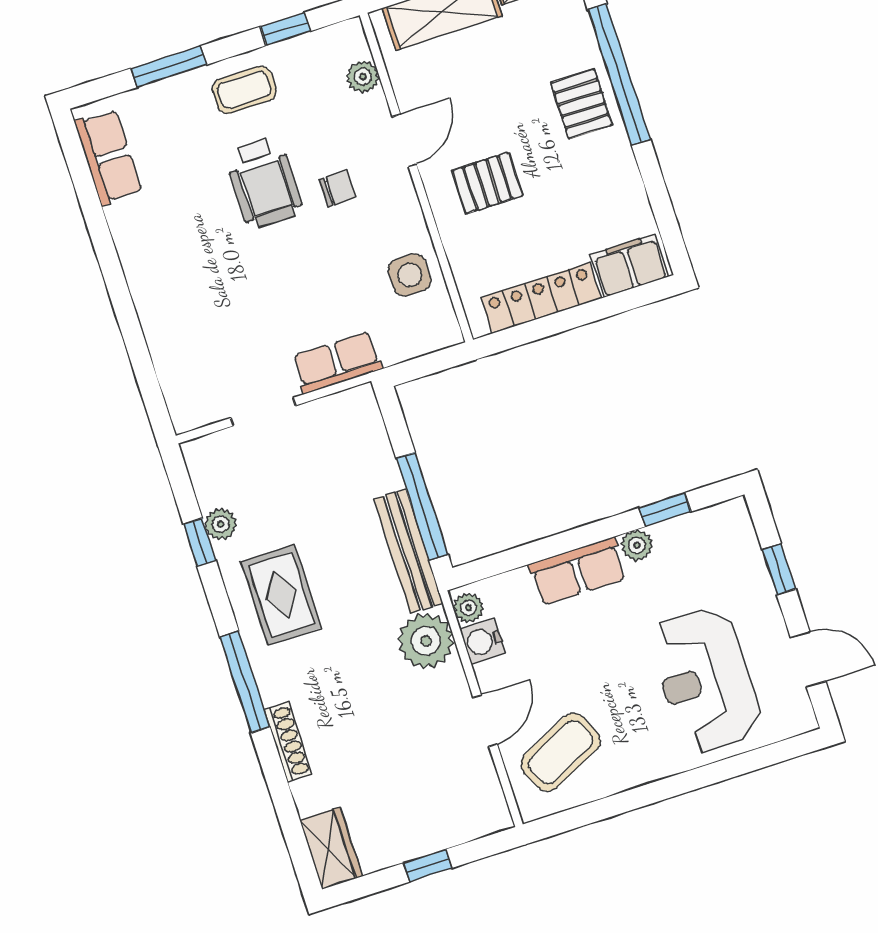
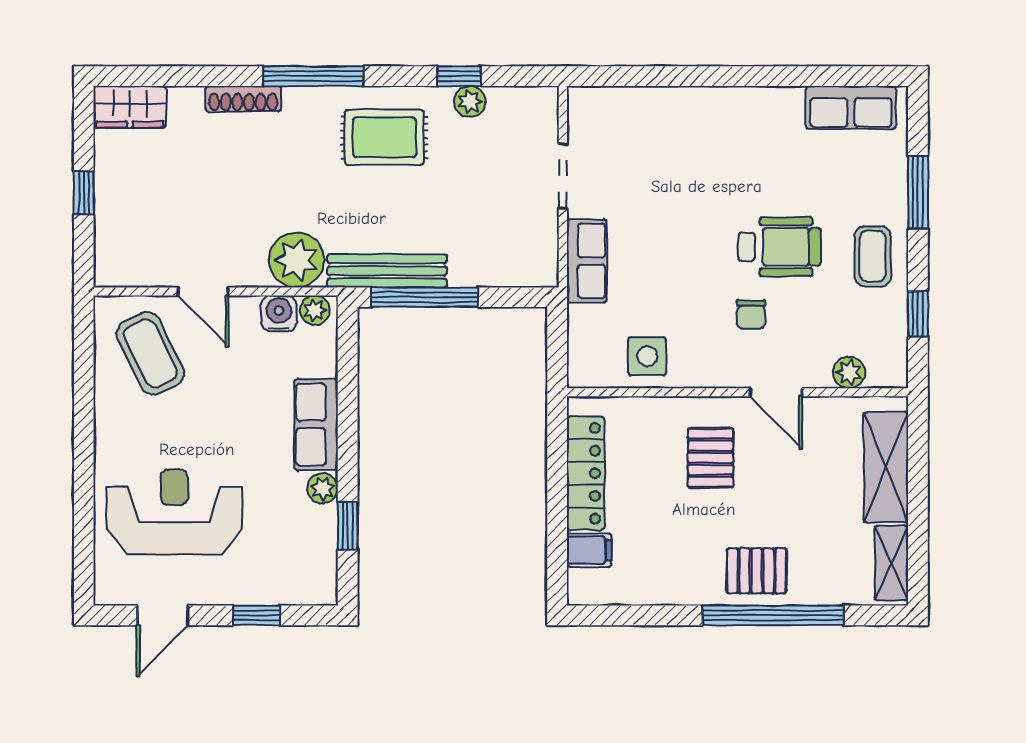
wheelchair: (264, 182) -> (779, 247), turned 180
filing cabinet: (630, 266) -> (589, 550), width x0.50

